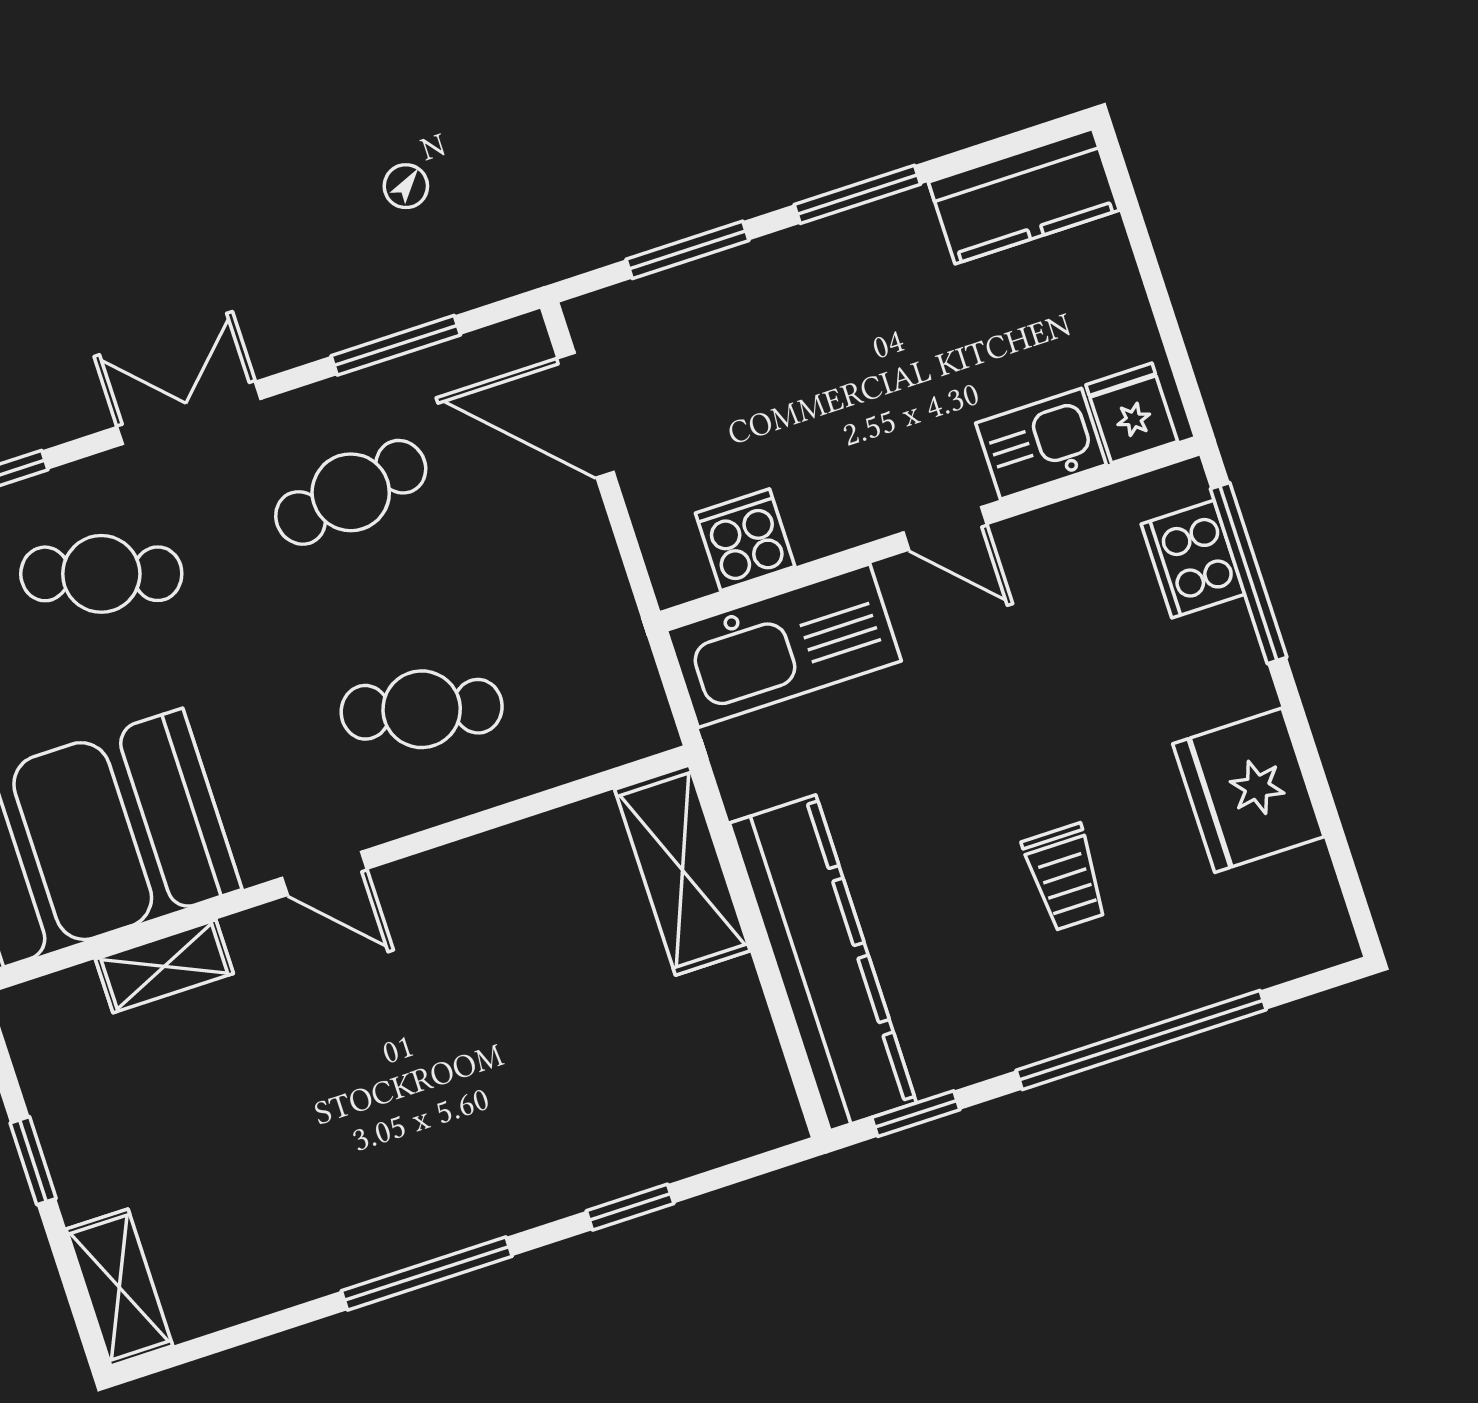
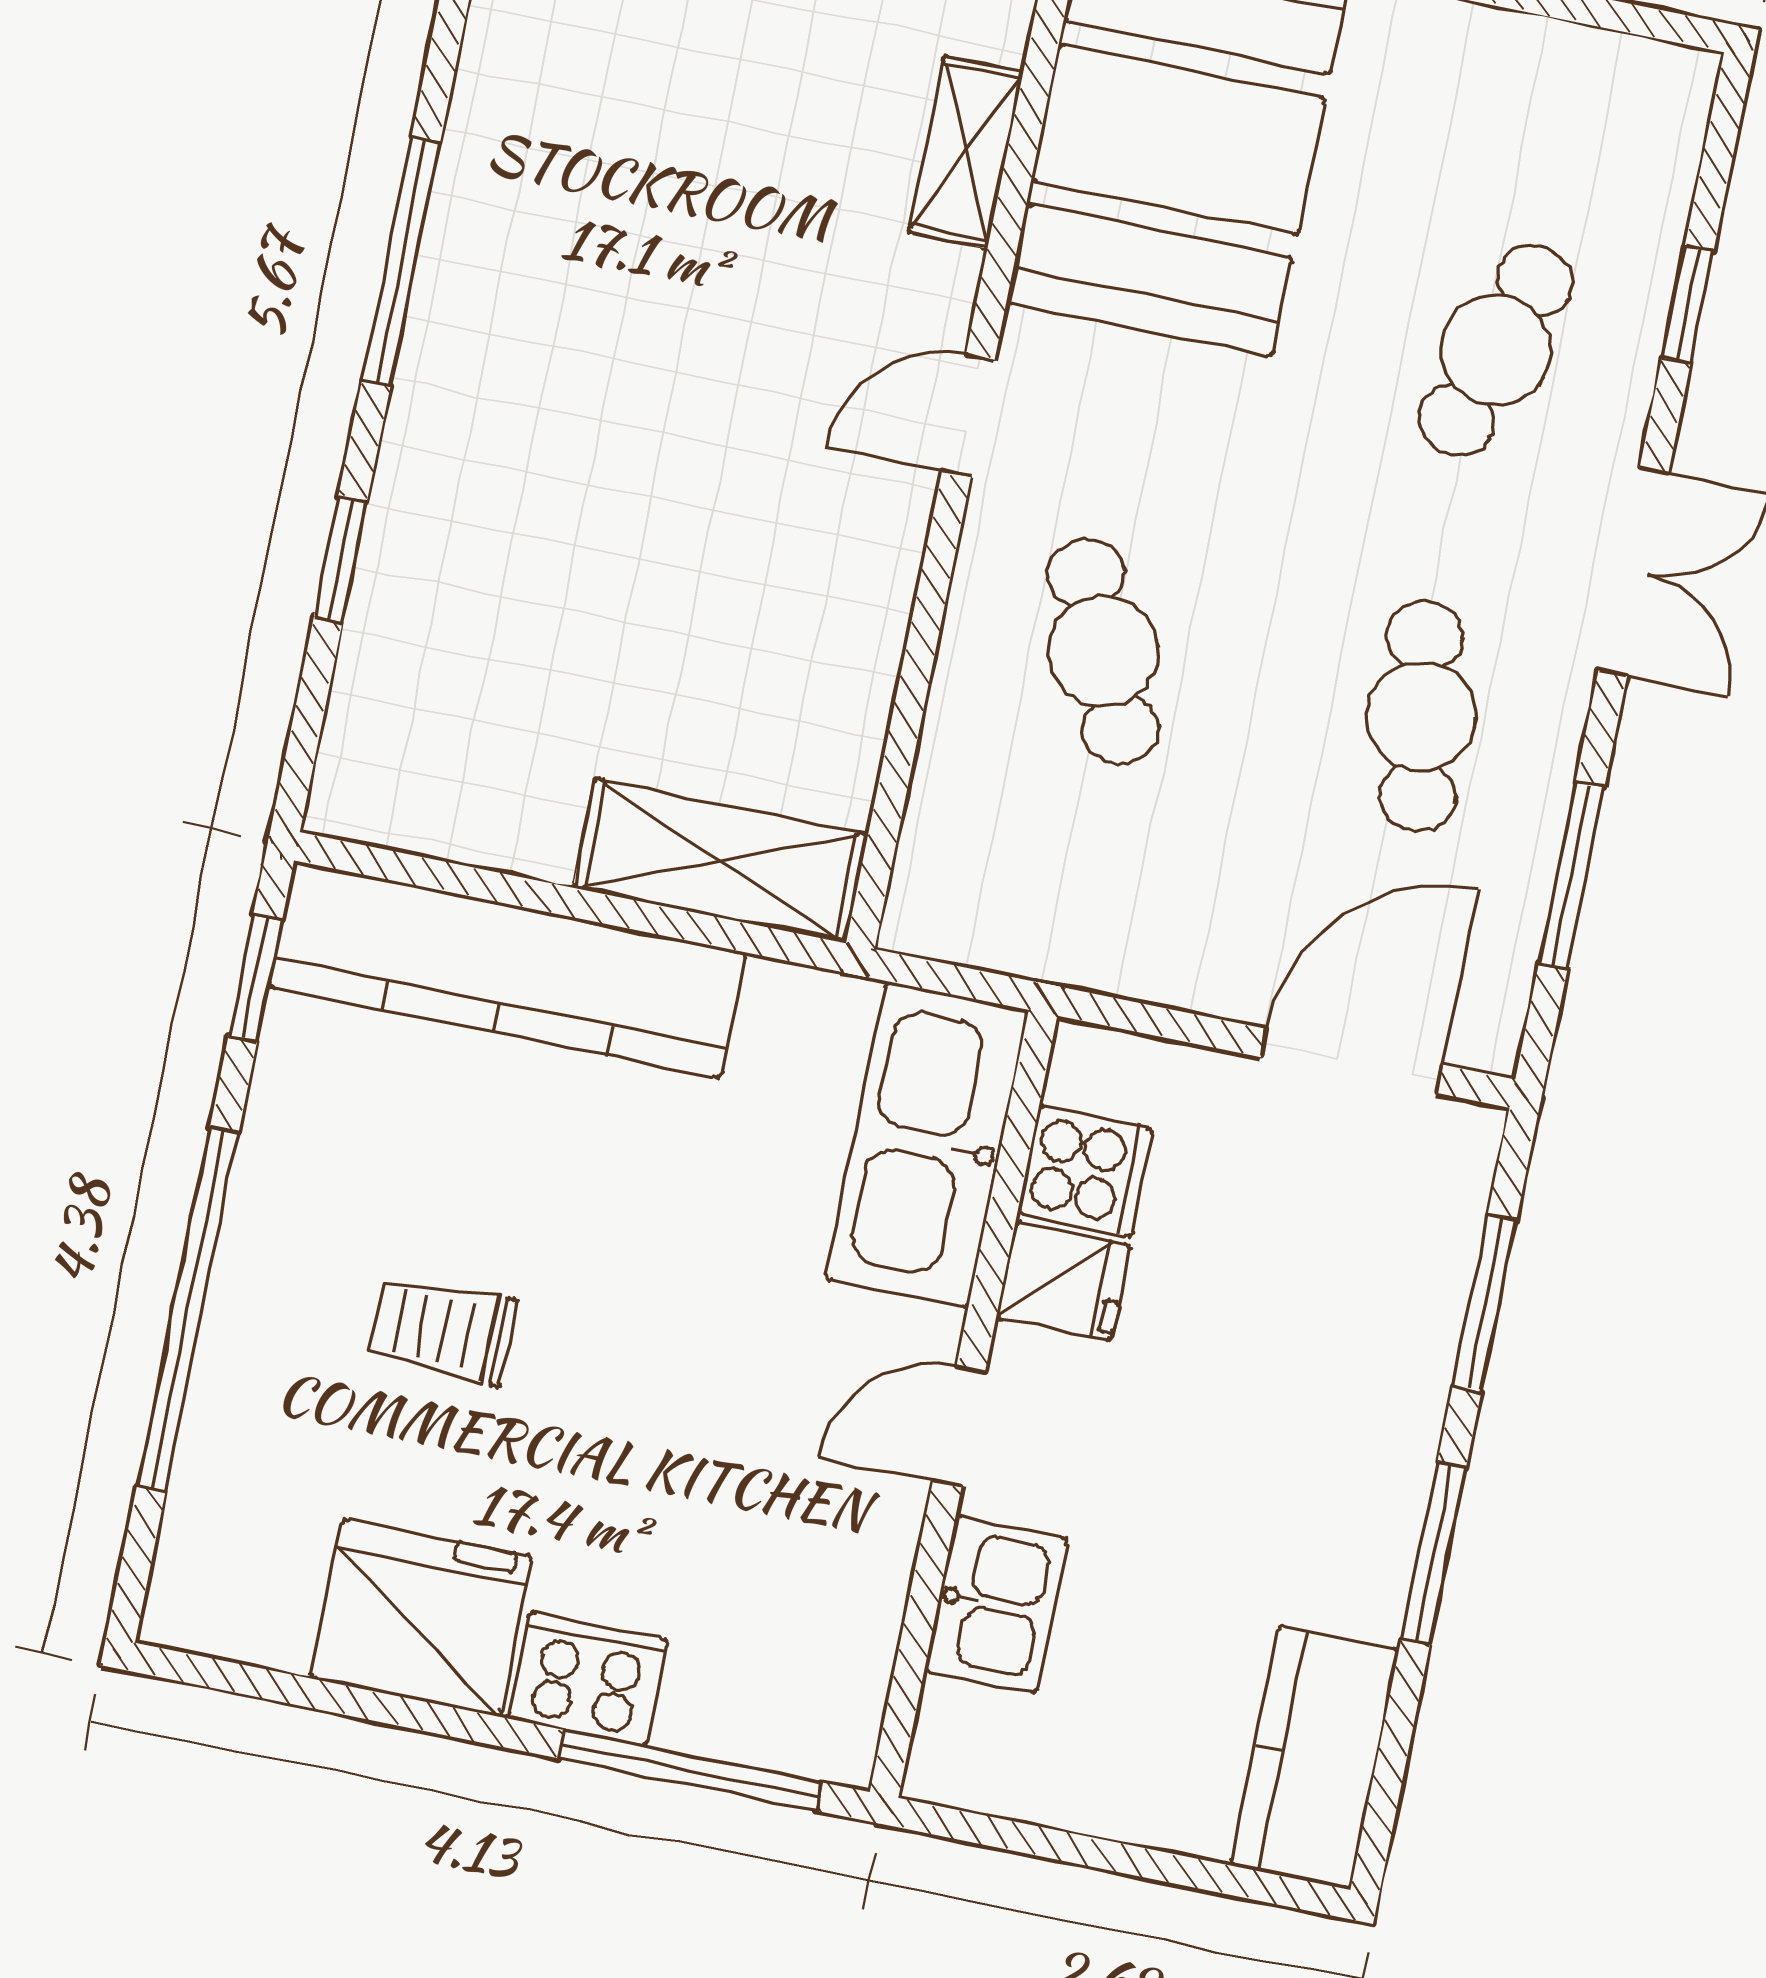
fridge: (1132, 413) -> (1063, 1281), moved
cooker: (1193, 559) -> (588, 1679), moved
cafe table: (422, 709) -> (1103, 651), turned -39

